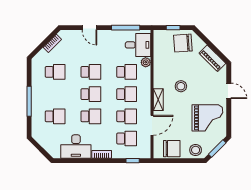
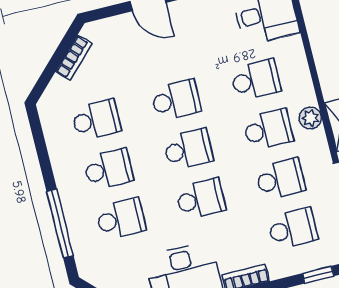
plant: (146, 62) -> (310, 118), moved
school desk: (55, 94) -> (108, 169), added
window: (29, 101) -> (60, 223), moved

